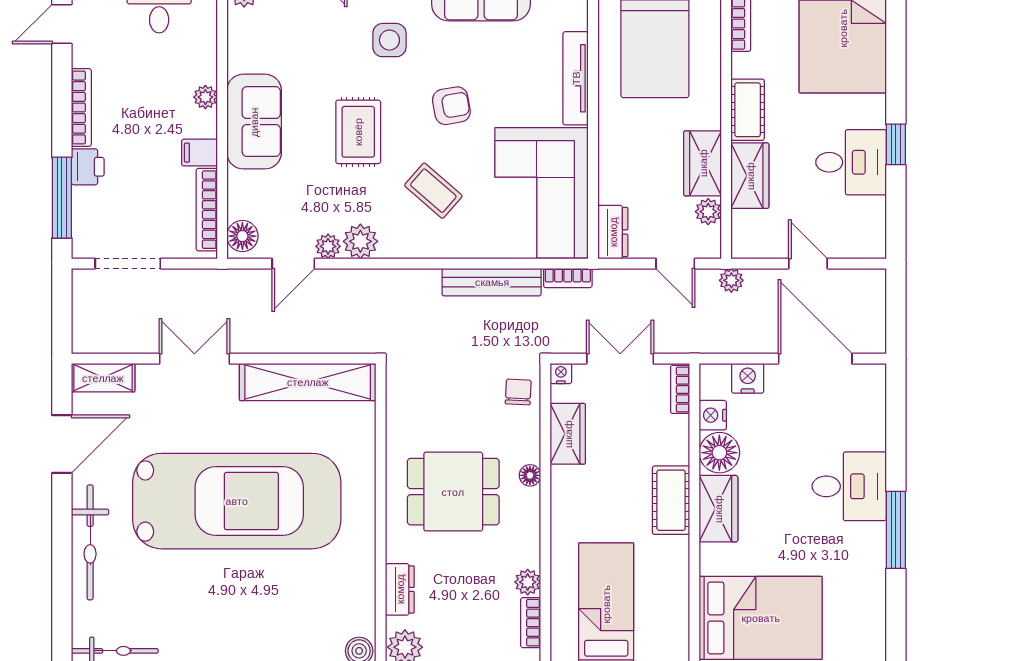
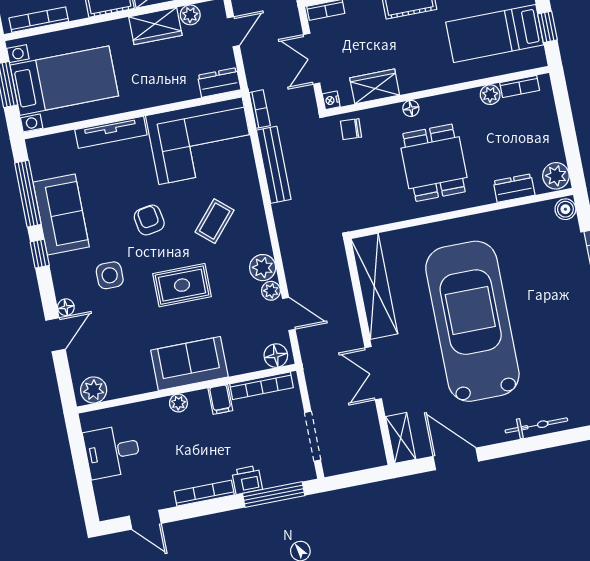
bicycle: (90, 542) -> (536, 425), width x0.73, depth x0.71

